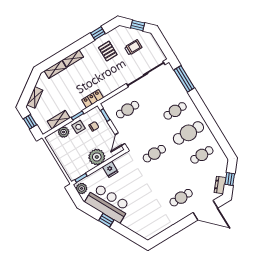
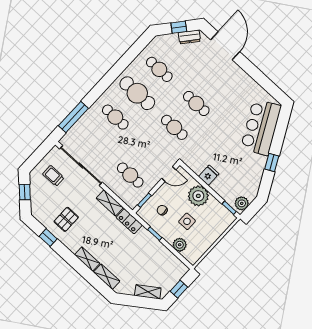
trolley: (133, 47) -> (53, 176), moved
shelving: (59, 120) -> (110, 203), moved
side table: (78, 127) -> (187, 221), moved
cafe table: (181, 198) -> (196, 104), moved
bar counter: (108, 203) -> (261, 127), moved

